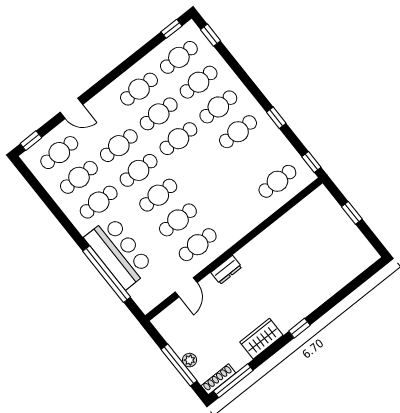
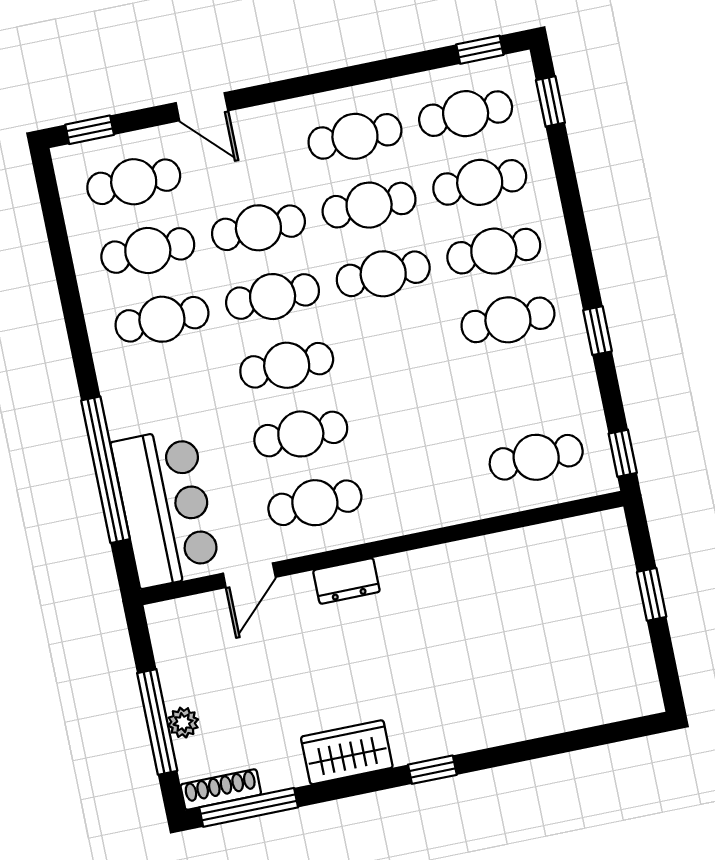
bar counter: (119, 252) -> (166, 508), moved

